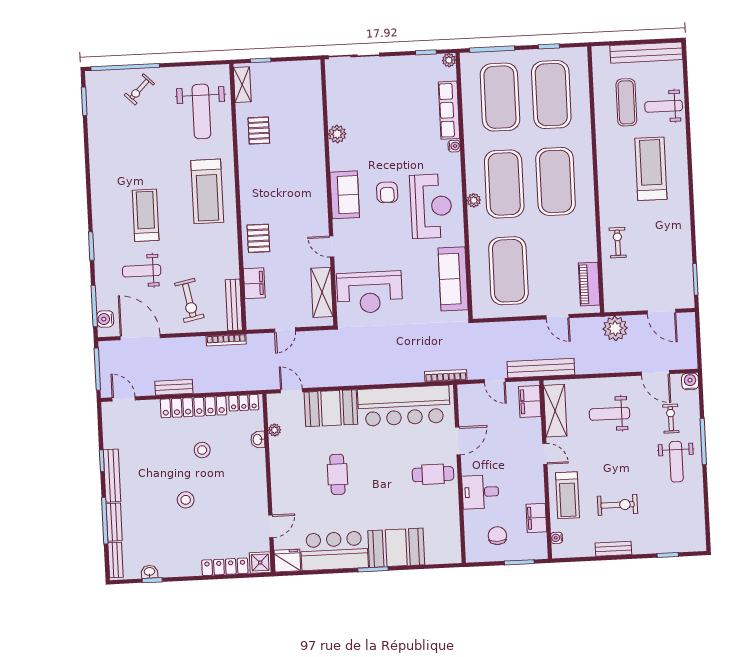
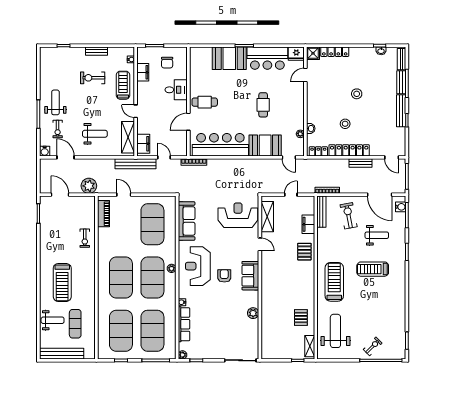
treadmill: (146, 215) -> (373, 269), turned 90

